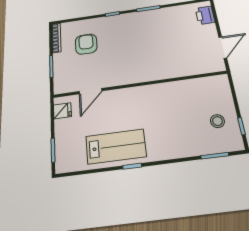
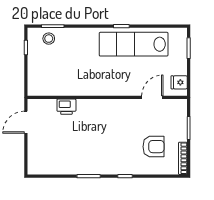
printer: (205, 15) -> (66, 107), moved, turned 90
armchair: (86, 44) -> (153, 147), turned -90
stool: (217, 121) -> (49, 39), moved
lab bench: (116, 146) -> (134, 44), width x1.36

